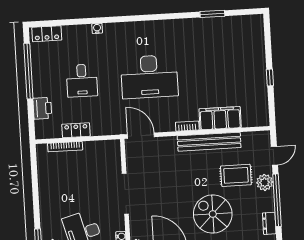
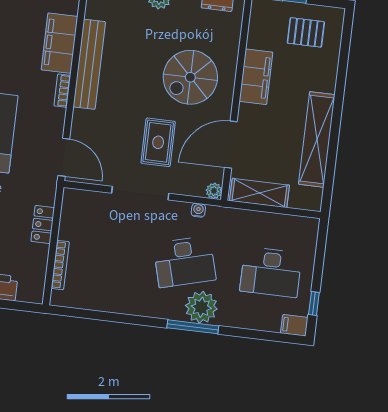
locker: (76, 130) -> (43, 225), moved
door: (141, 136) -> (64, 157), swing flipped
rug: (236, 175) -> (158, 142), moved

